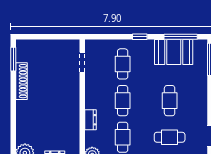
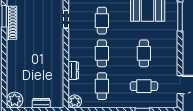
shoe rack: (22, 81) -> (12, 23), moved

